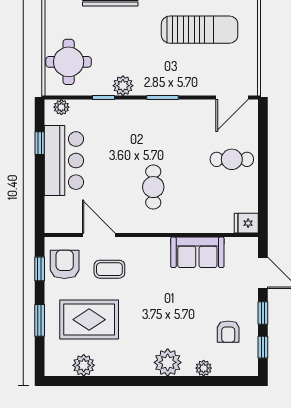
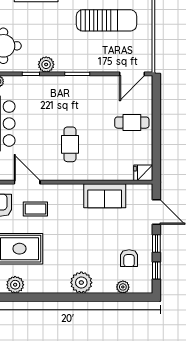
plant: (204, 368) -> (123, 287), moved

